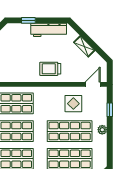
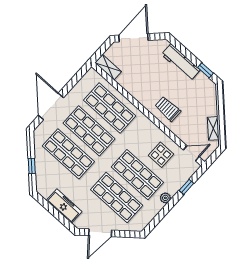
window: (28, 20) -> (205, 70), moved
workbench: (49, 30) -> (181, 62), moved
shelving: (84, 46) -> (213, 128), moved

